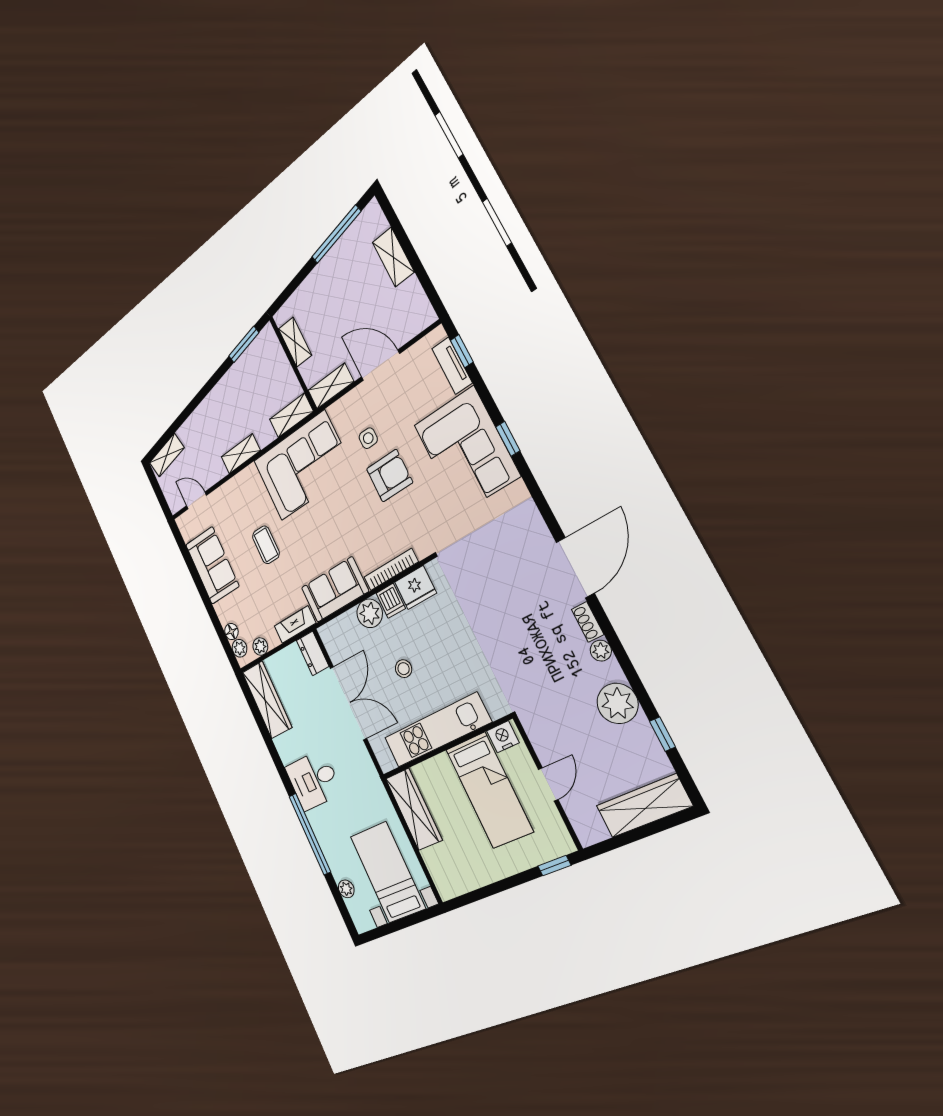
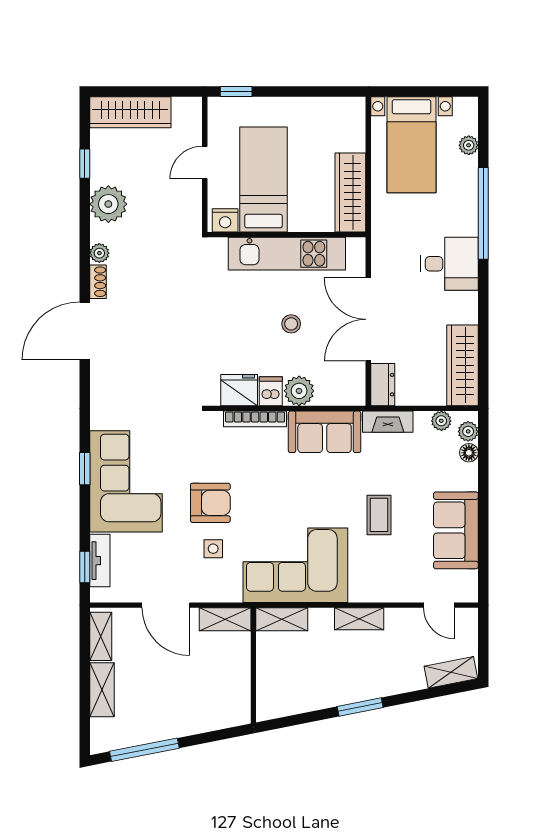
shelving: (295, 342) -> (101, 636), moved
window: (244, 344) -> (360, 707), moved
armchair: (390, 476) -> (210, 503), turned 180

